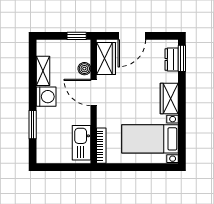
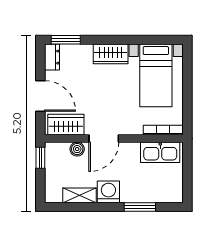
dresser: (172, 60) -> (52, 57), moved, turned -90

